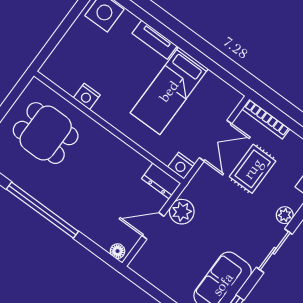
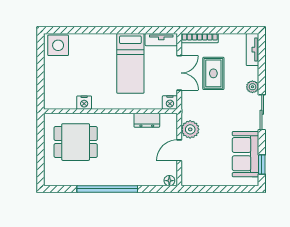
tv unit: (155, 40) -> (161, 40), moved
dresser: (161, 181) -> (147, 120), moved

